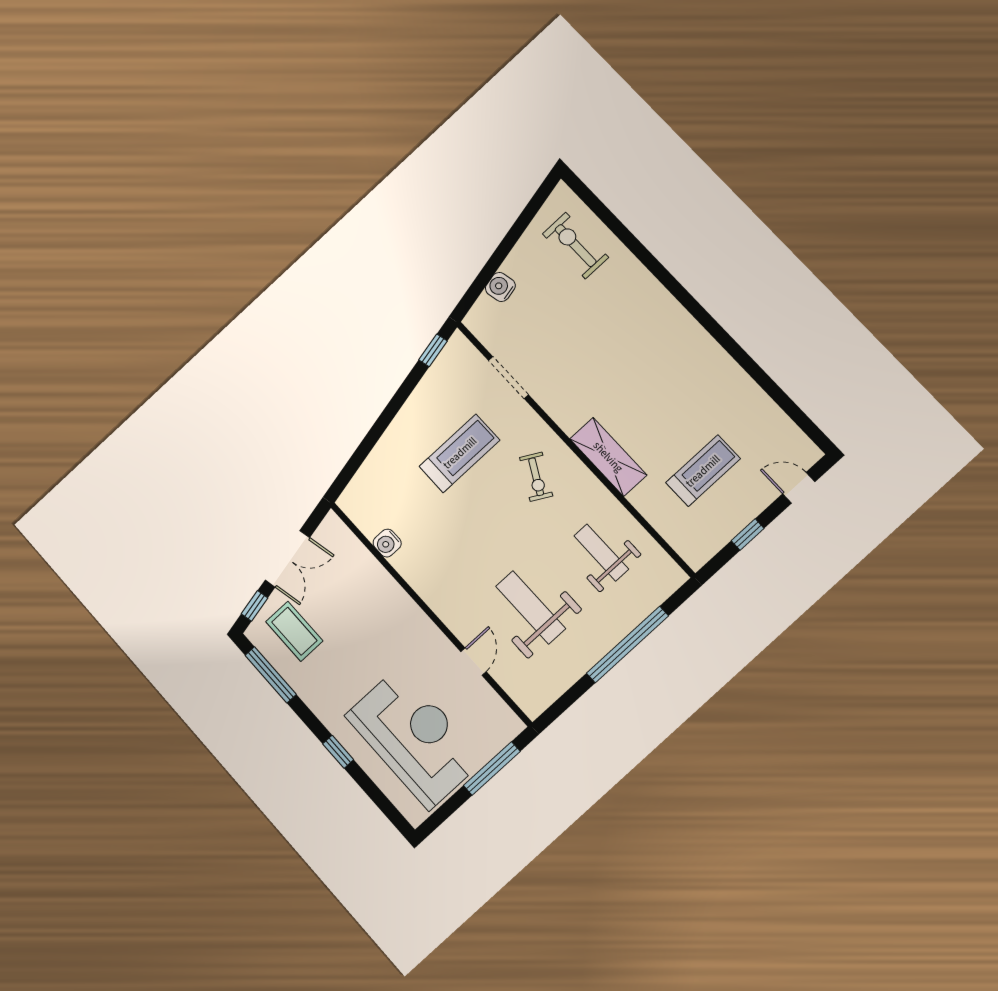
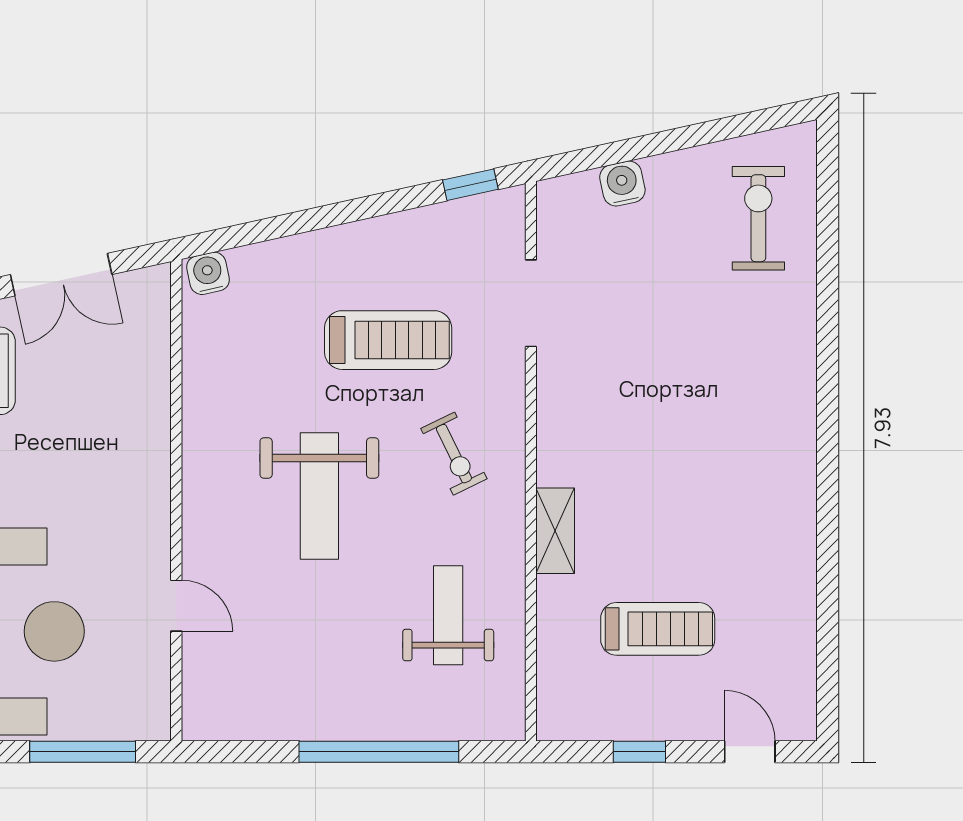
shelving: (608, 457) -> (555, 531), width x0.67, depth x0.75
exercise bike: (536, 477) -> (454, 454), turned -55
water cooler: (387, 543) -> (208, 273), moved, turned 78
weight bench: (531, 607) -> (319, 496), moved, turned 180
door: (474, 662) -> (176, 606), hinge flipped

